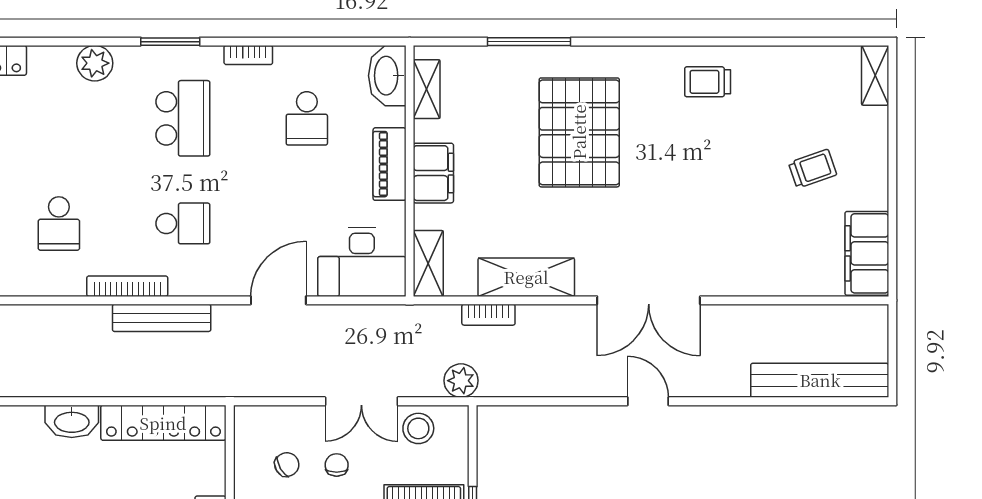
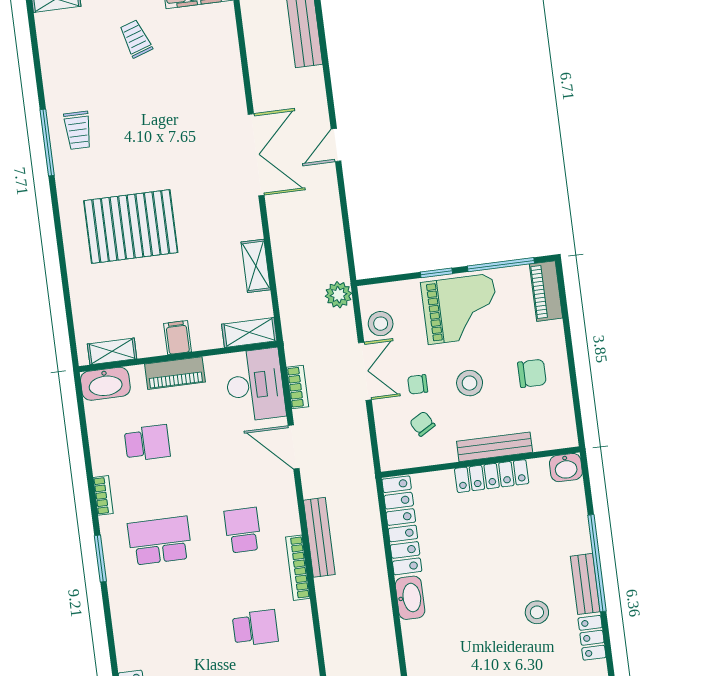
window: (529, 42) -> (47, 142), moved
plant: (95, 63) -> (125, 616), removed
filing cabinet: (433, 173) -> (178, 338), width x0.50
shelving: (526, 277) -> (256, 266), width x0.67, depth x0.75
bookcase: (488, 315) -> (297, 387), moved

